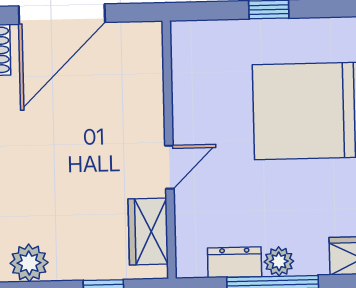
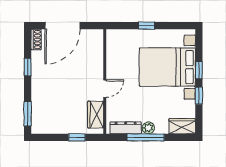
dresser: (235, 262) -> (126, 128), width x1.44
plant: (29, 263) -> (47, 126), removed

